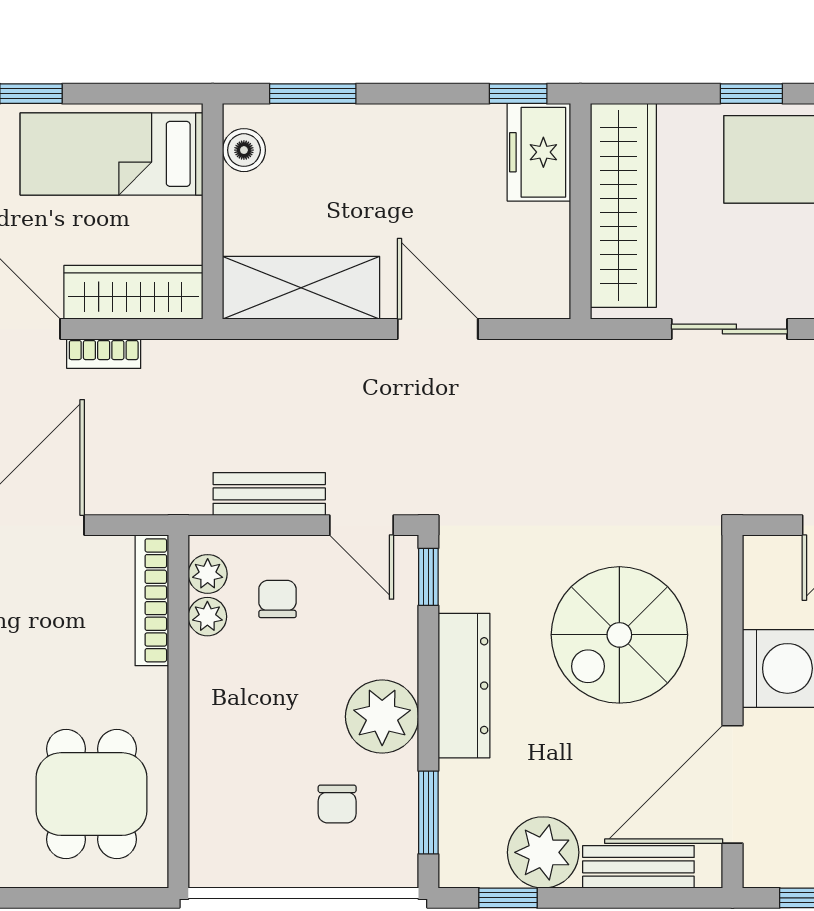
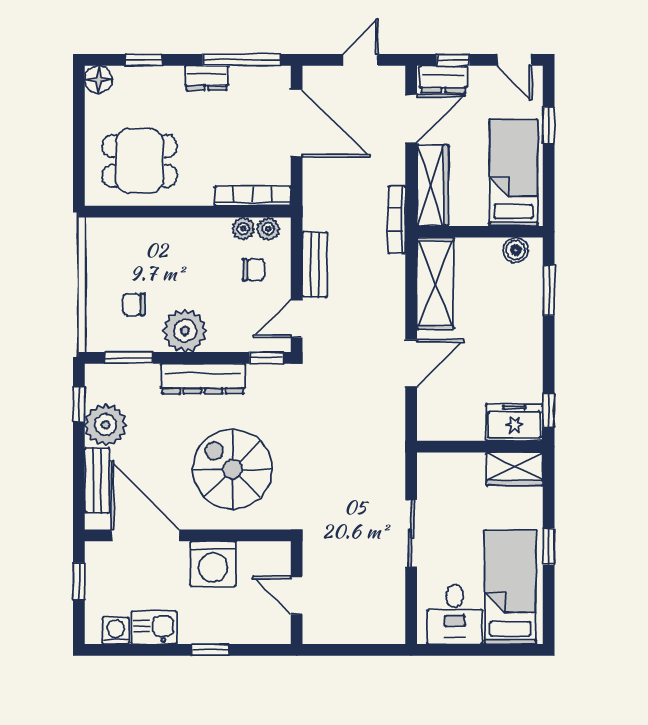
wardrobe: (623, 205) -> (515, 469), width x0.48, depth x0.85
bookcase: (104, 354) -> (397, 220), moved, width x1.56

